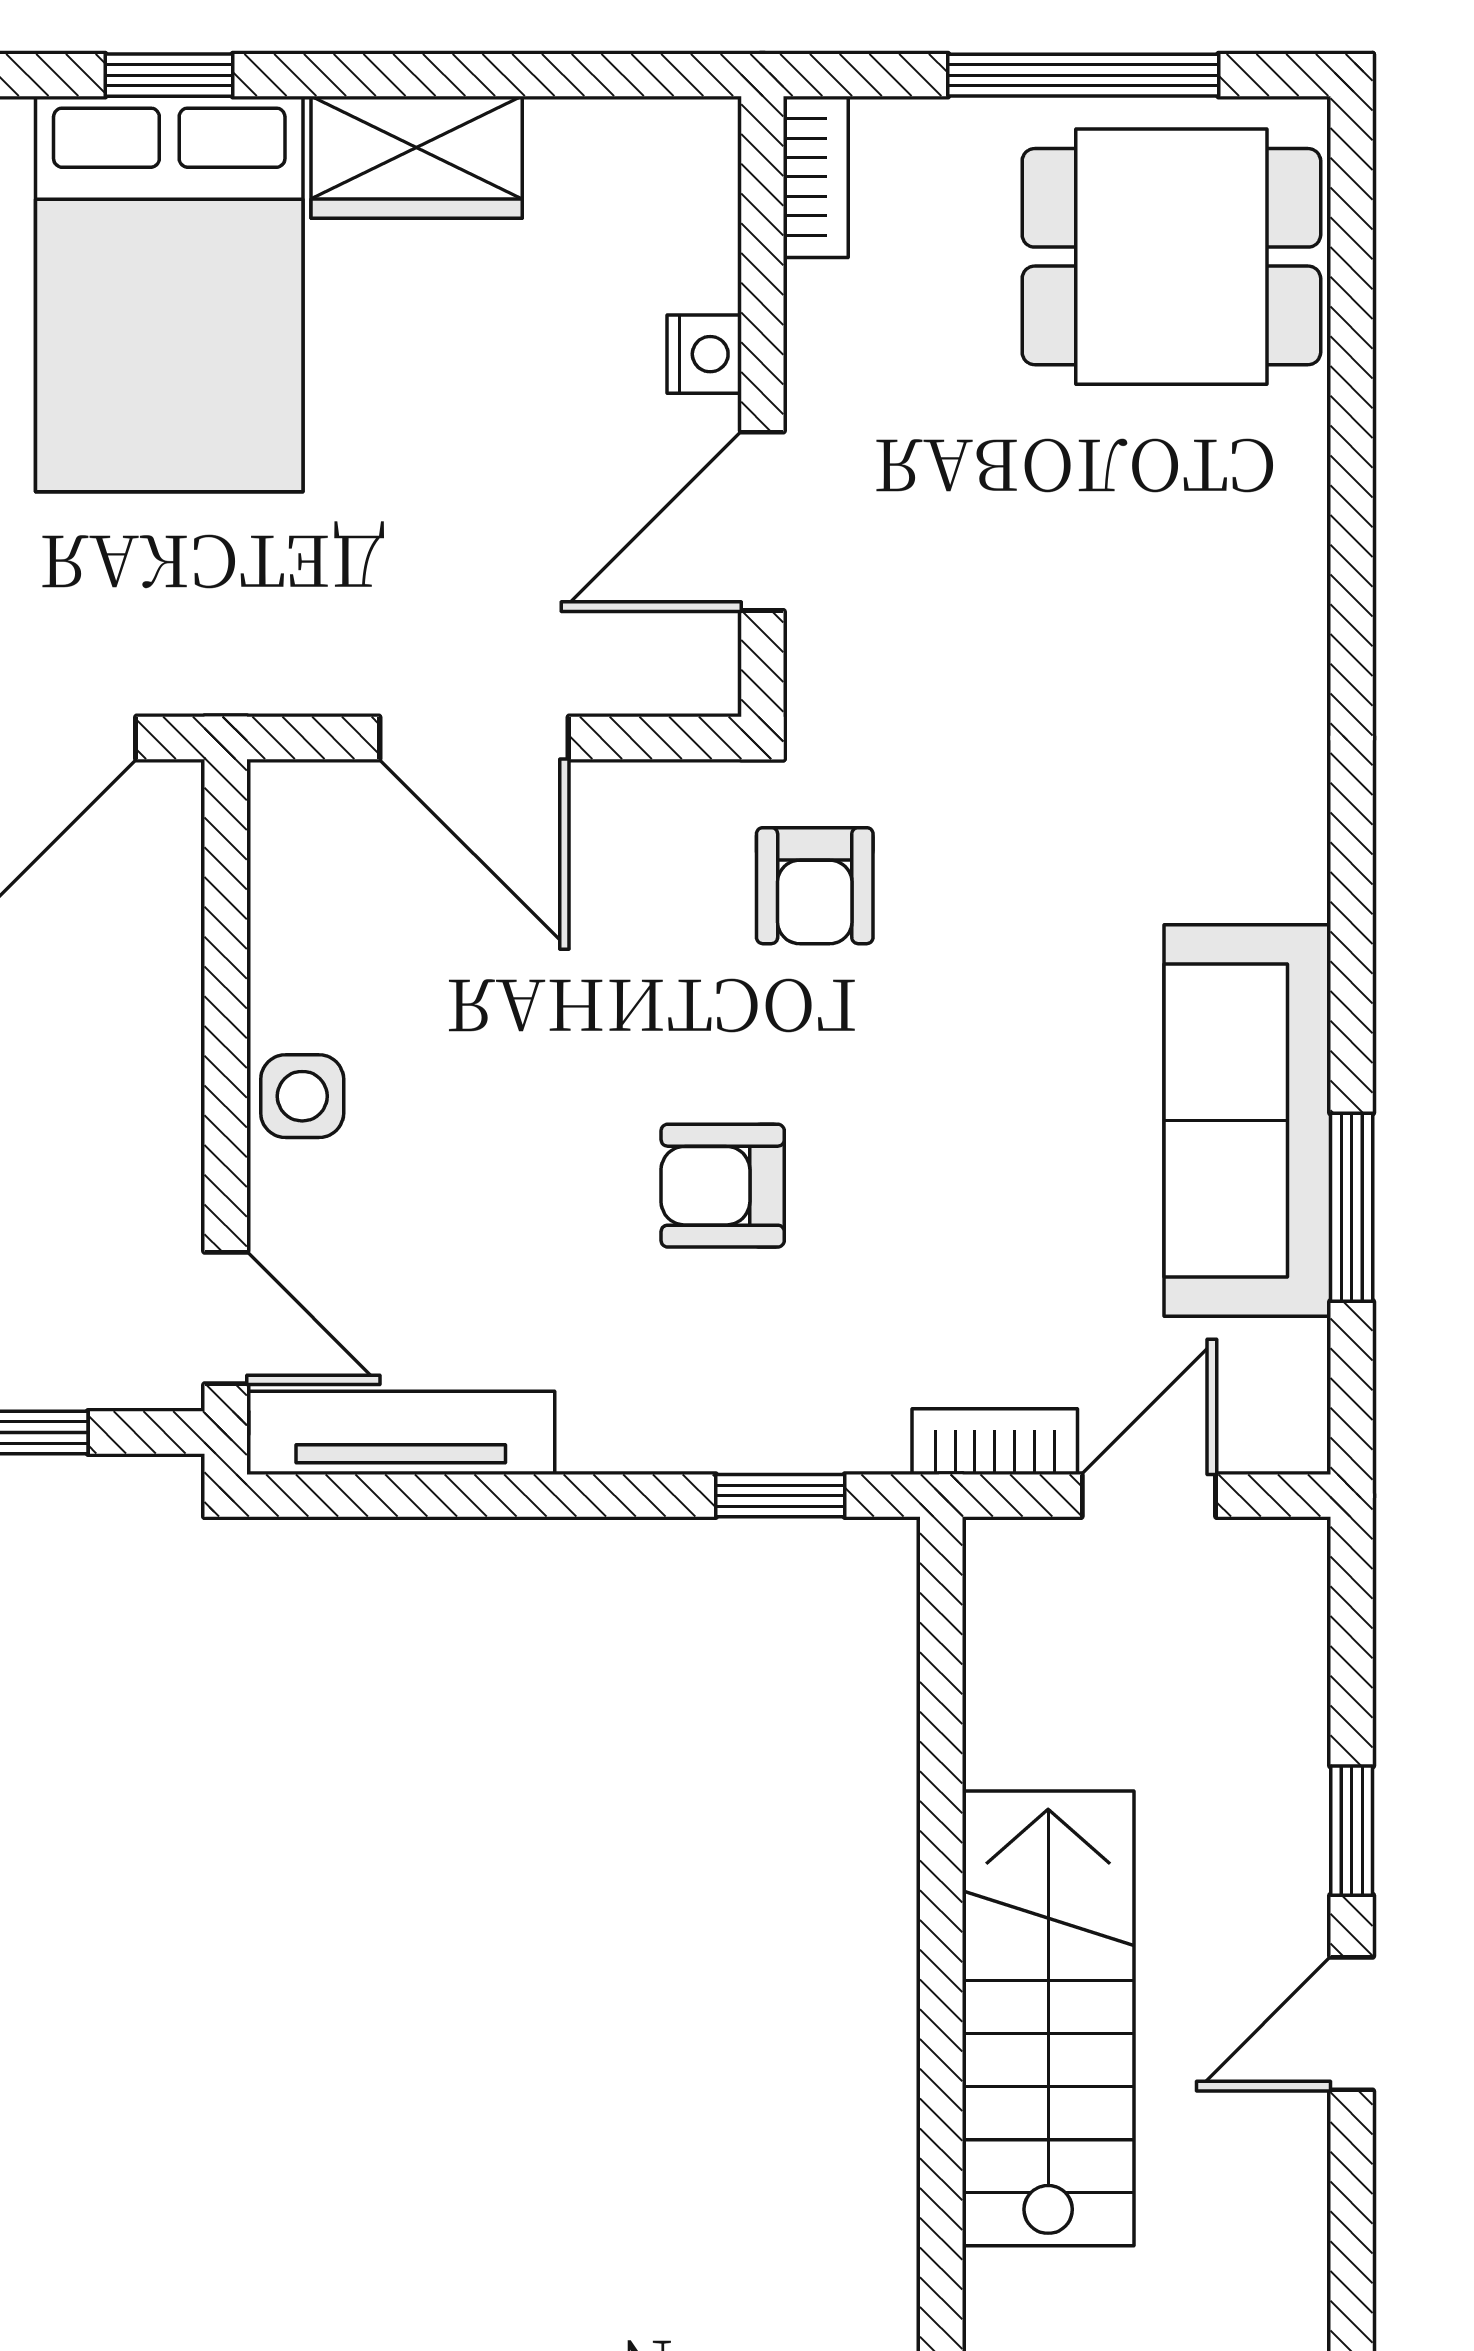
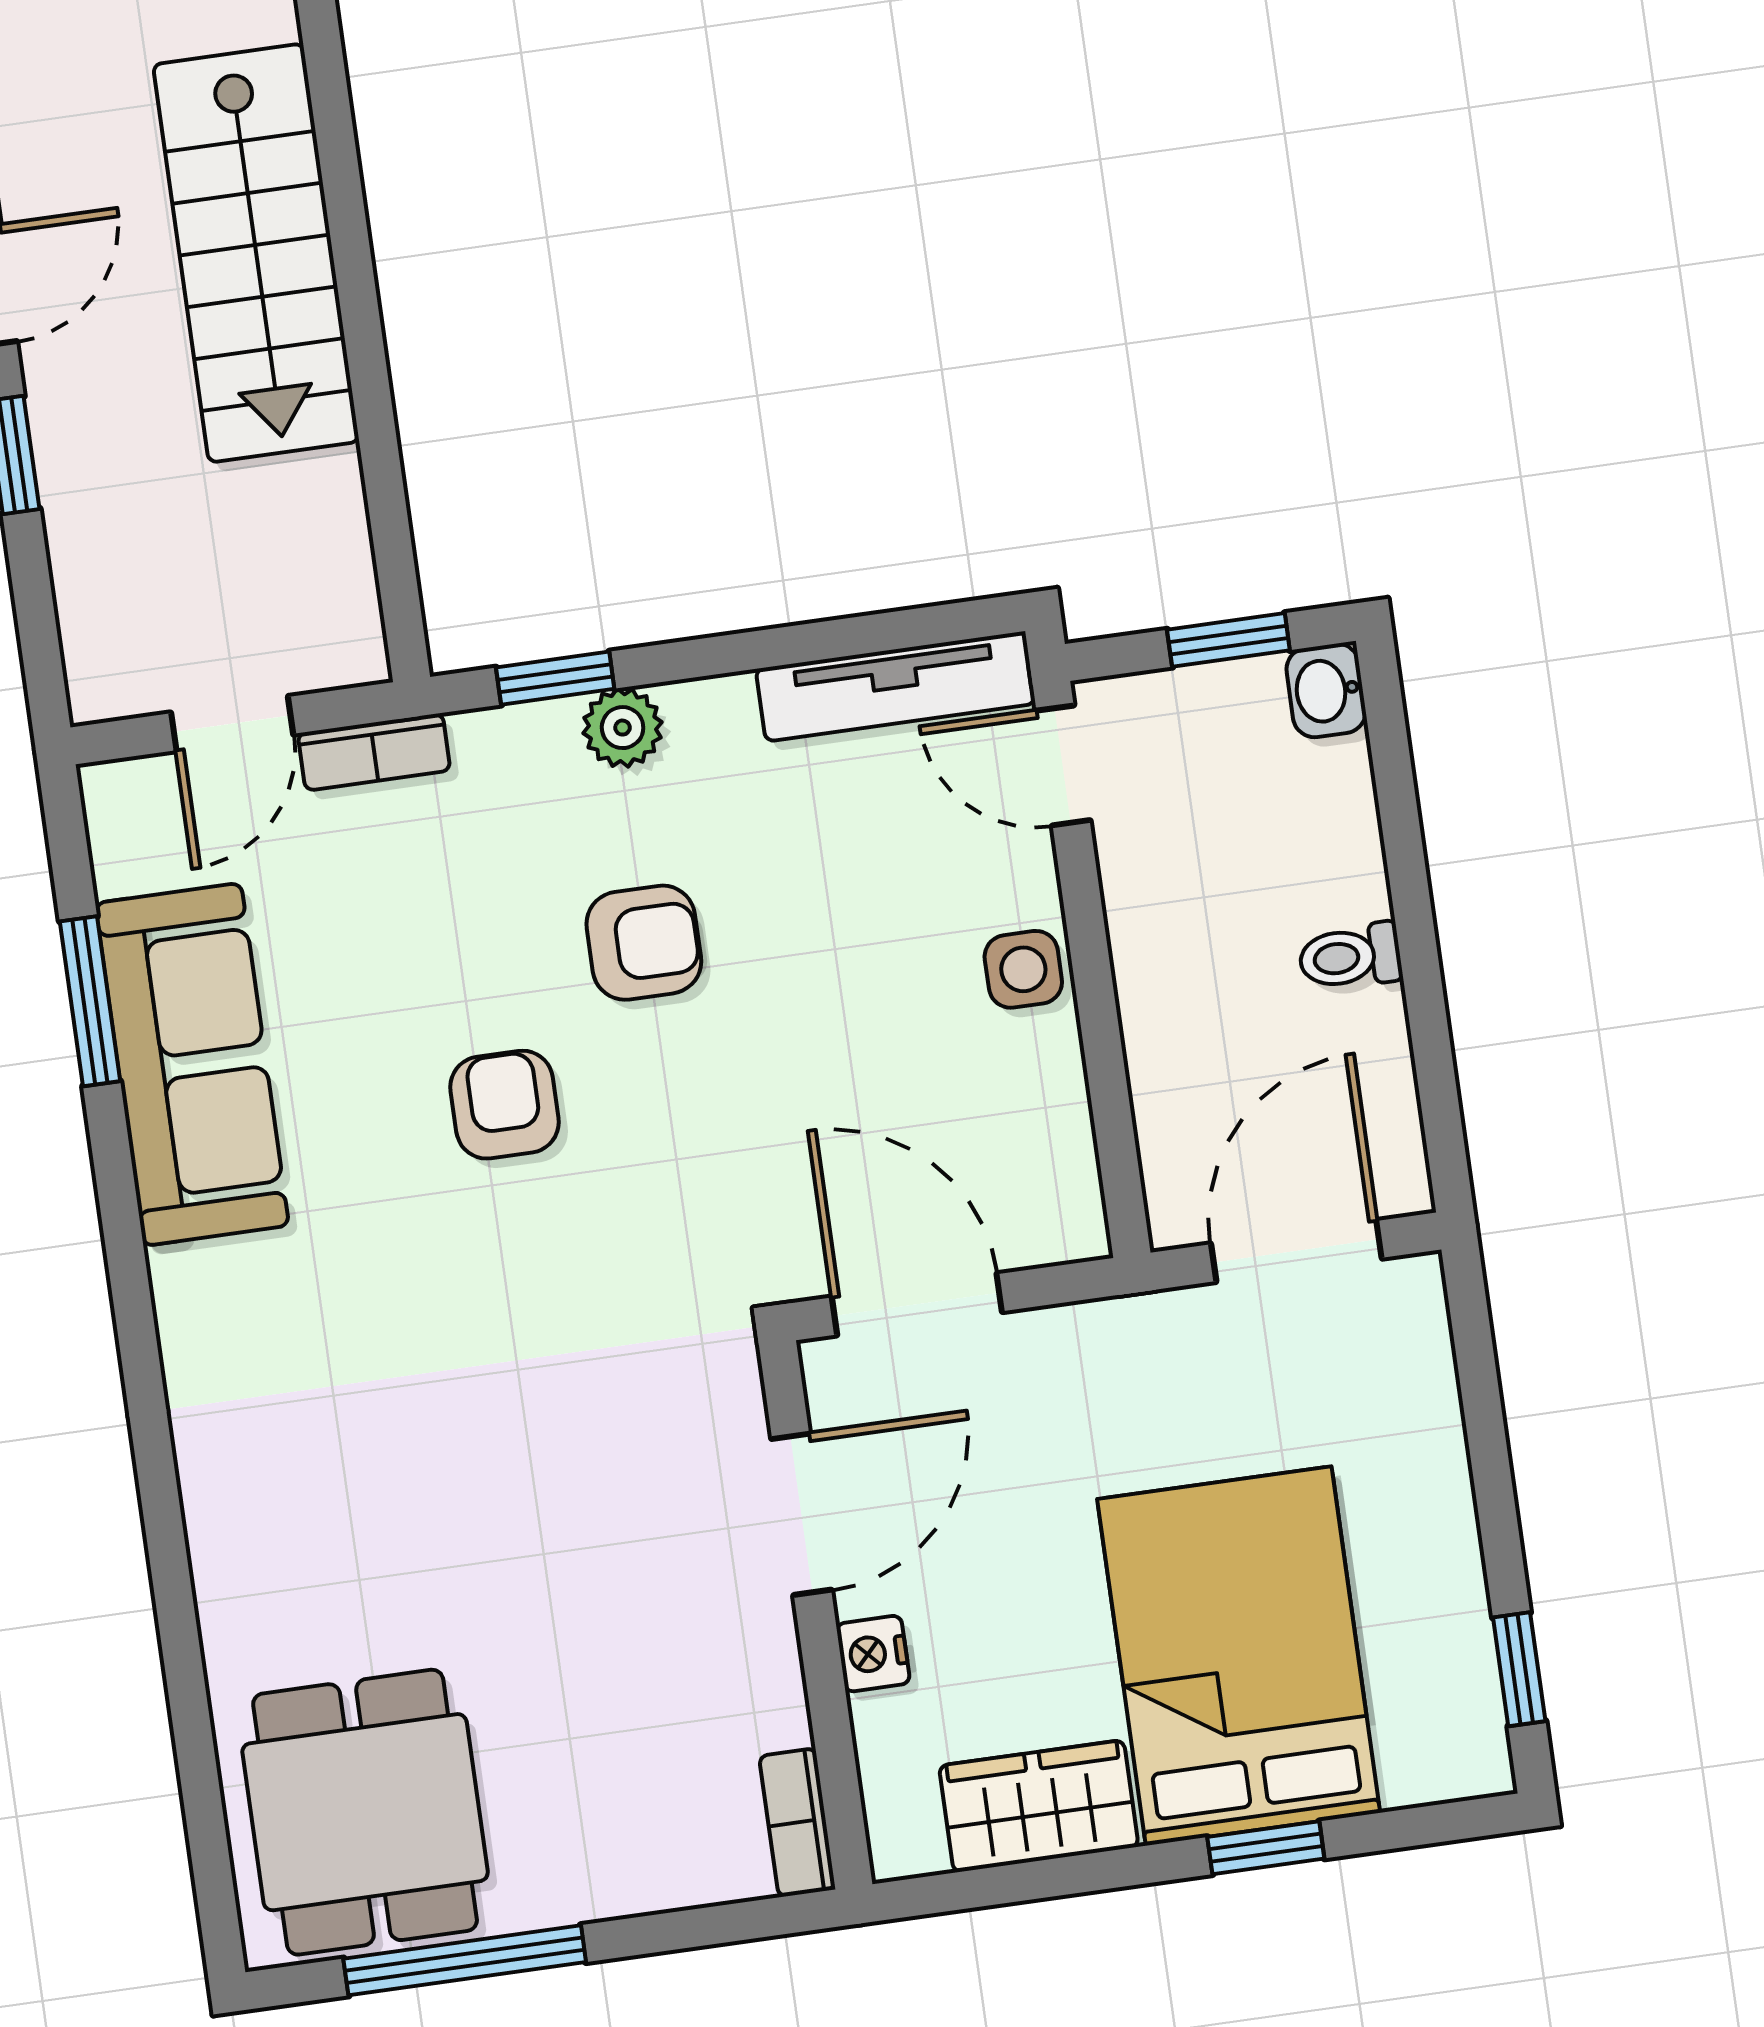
bookcase: (816, 177) -> (797, 1823), moved
dining table: (1171, 257) -> (365, 1812), turned 90
nightstand: (704, 354) -> (873, 1654), moved
wall: (762, 407) -> (816, 1615), moved
door: (762, 521) -> (802, 1514), moved
armchair: (815, 886) -> (505, 1105), moved
plant: (713, 1430) -> (623, 728), added

